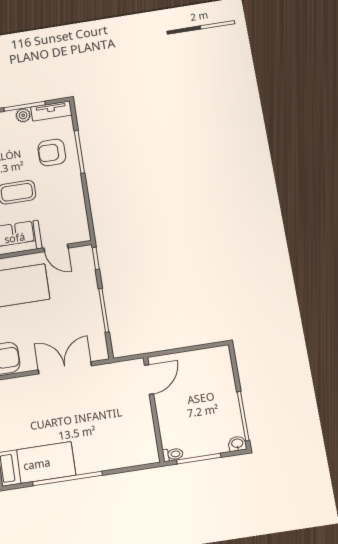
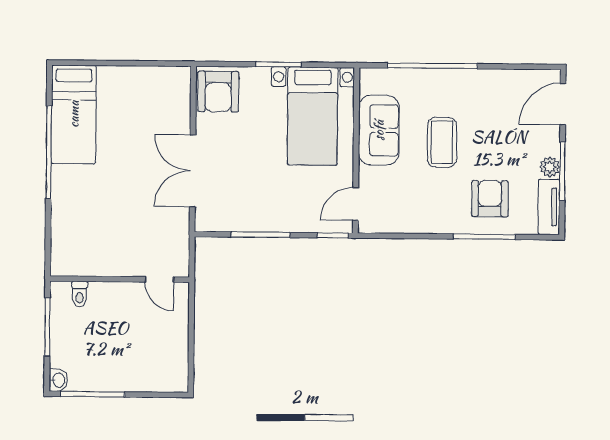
door: (56, 248) -> (356, 204), moved
double door: (65, 368) -> (193, 171), swing flipped
door: (149, 379) -> (159, 279), width x0.73
toilet: (173, 454) -> (80, 294), moved

